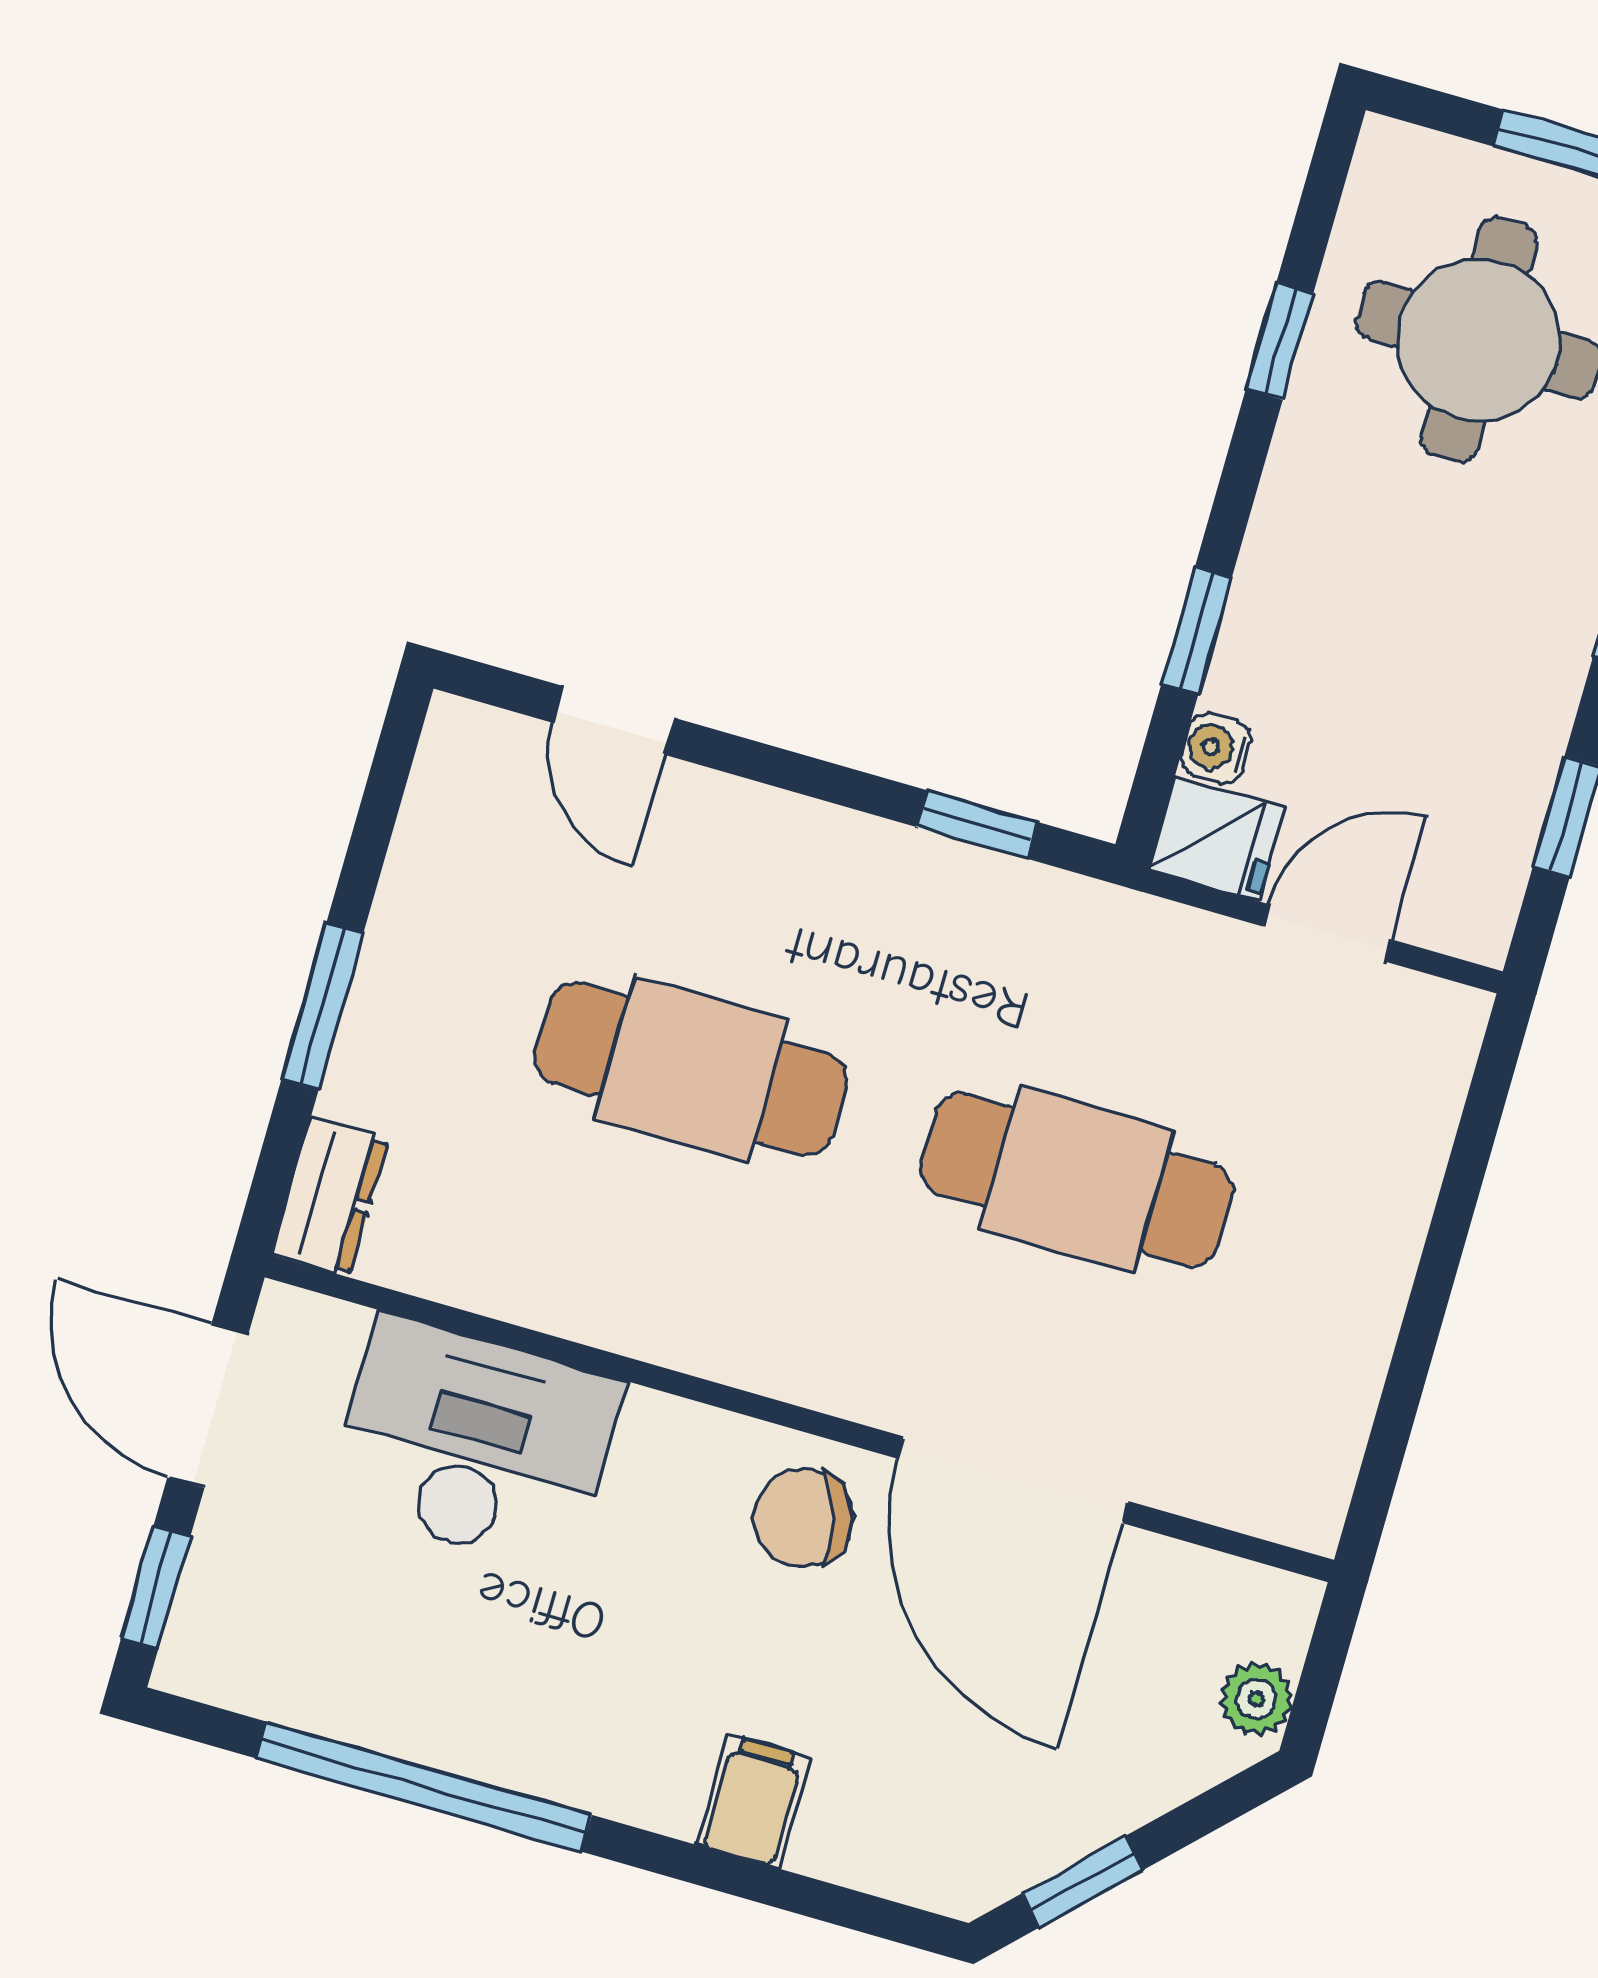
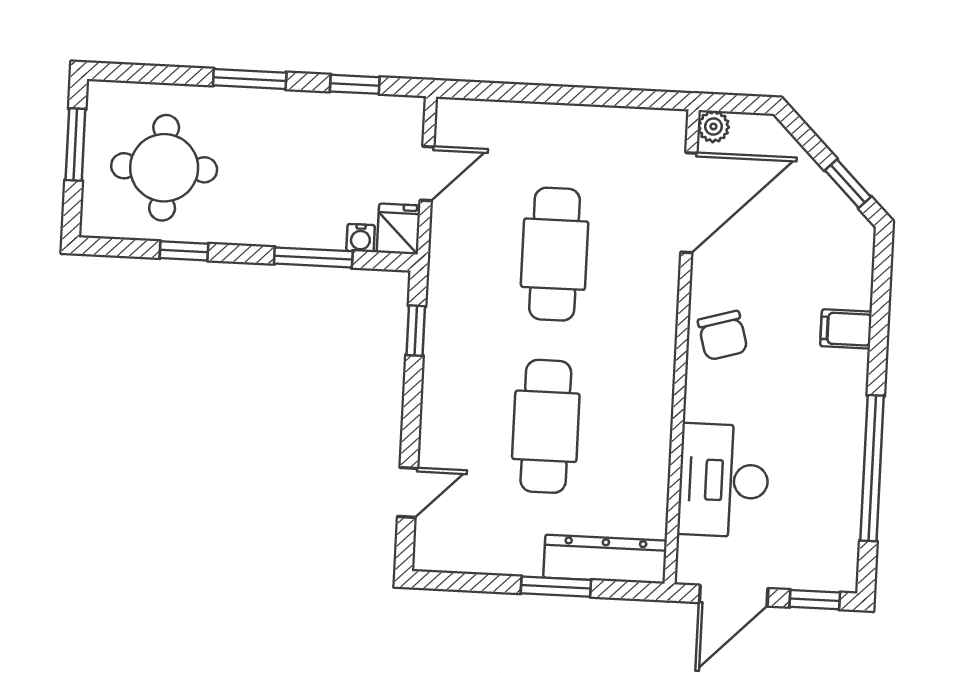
window: (1197, 631) -> (313, 257), width x1.50
door: (1327, 933) -> (427, 174), swing flipped
dresser: (330, 1197) -> (605, 559), width x1.96, depth x1.24
door: (1013, 1480) -> (689, 203), moved
plant: (1256, 1699) -> (713, 126), moved

